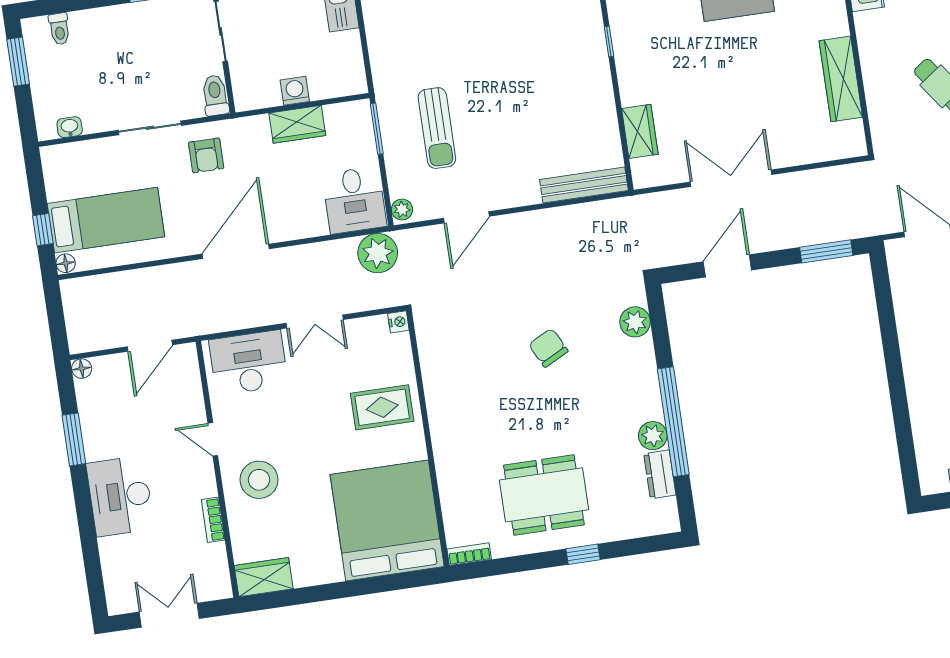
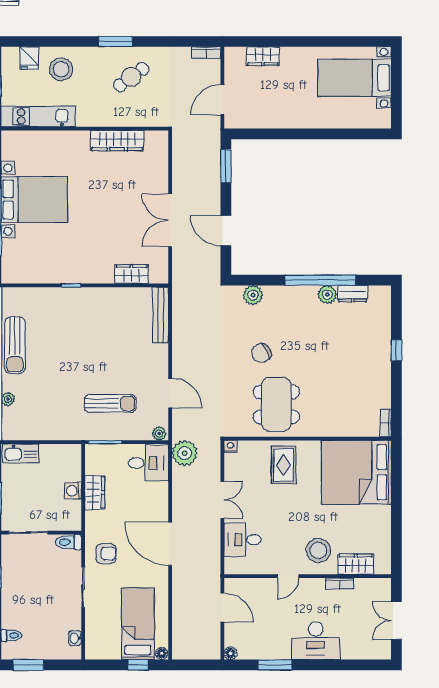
desk: (249, 363) -> (243, 540), width x0.73
dining table: (544, 495) -> (276, 404), moved
wardrobe: (264, 577) -> (356, 564), moved, turned 90

